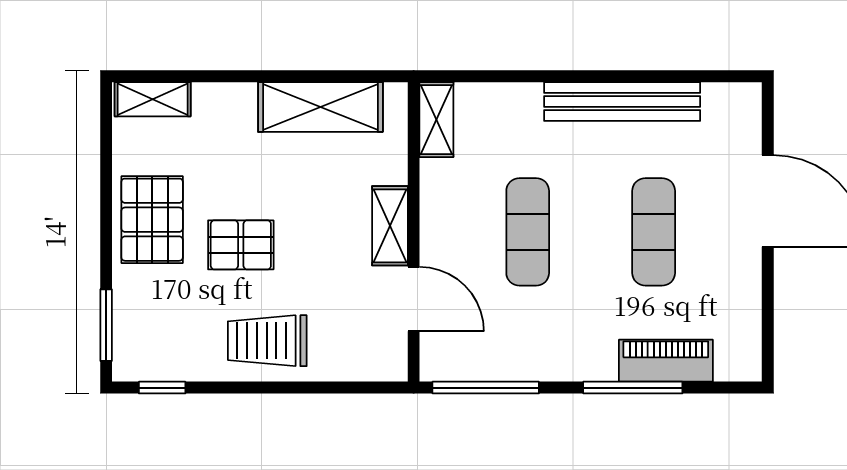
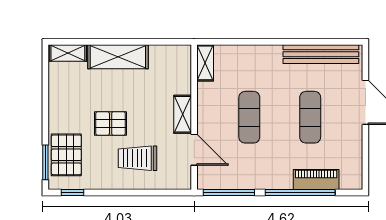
bench: (622, 101) -> (321, 54), moved
shelving: (320, 107) -> (118, 57), moved
pallet: (152, 220) -> (66, 155), moved
trolley: (267, 341) -> (137, 158), moved
window: (633, 388) -> (300, 193), width x1.46

